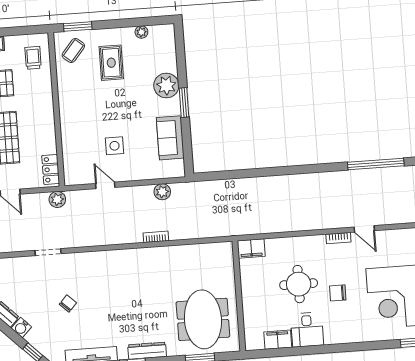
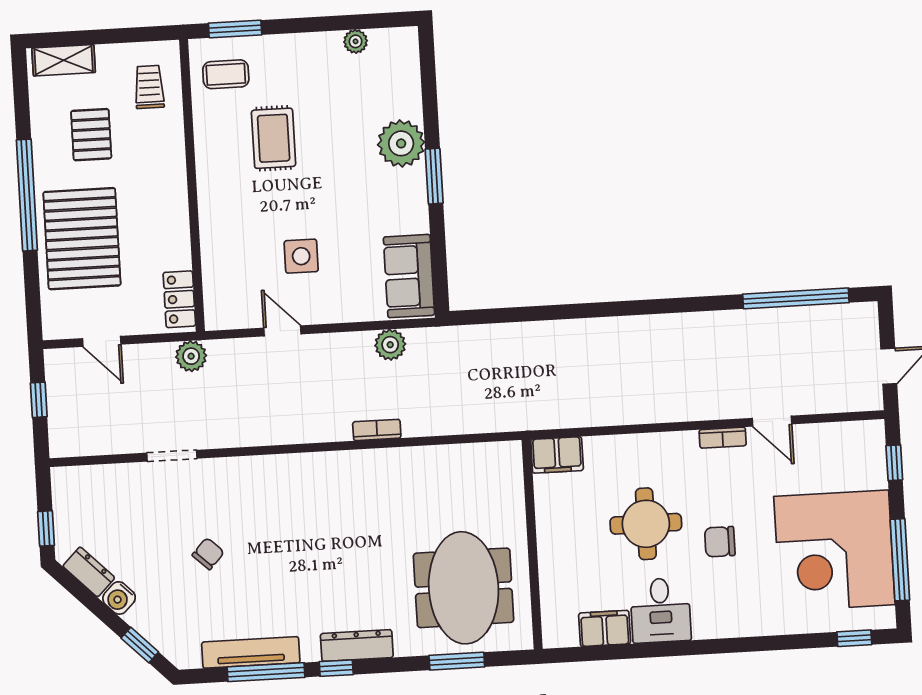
coffee table: (73, 50) -> (226, 74), turned 50
rug: (111, 63) -> (274, 138), moved
sofa: (170, 138) -> (409, 276), moved

